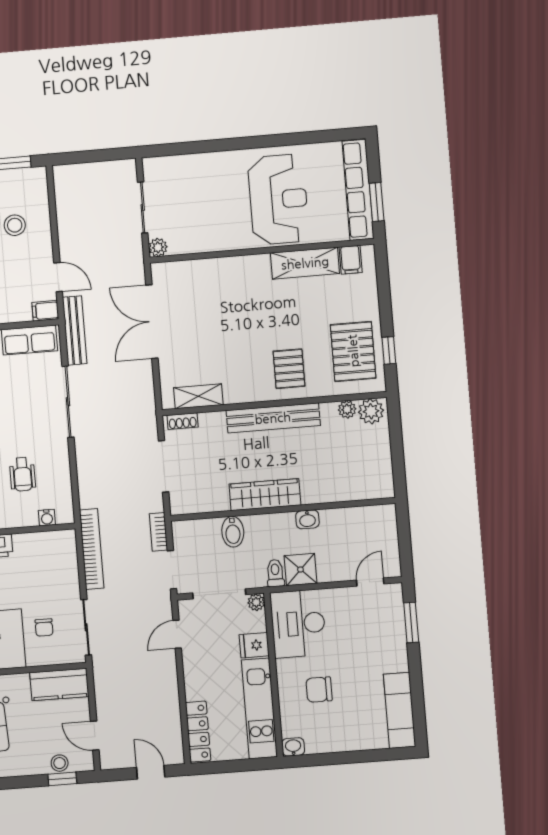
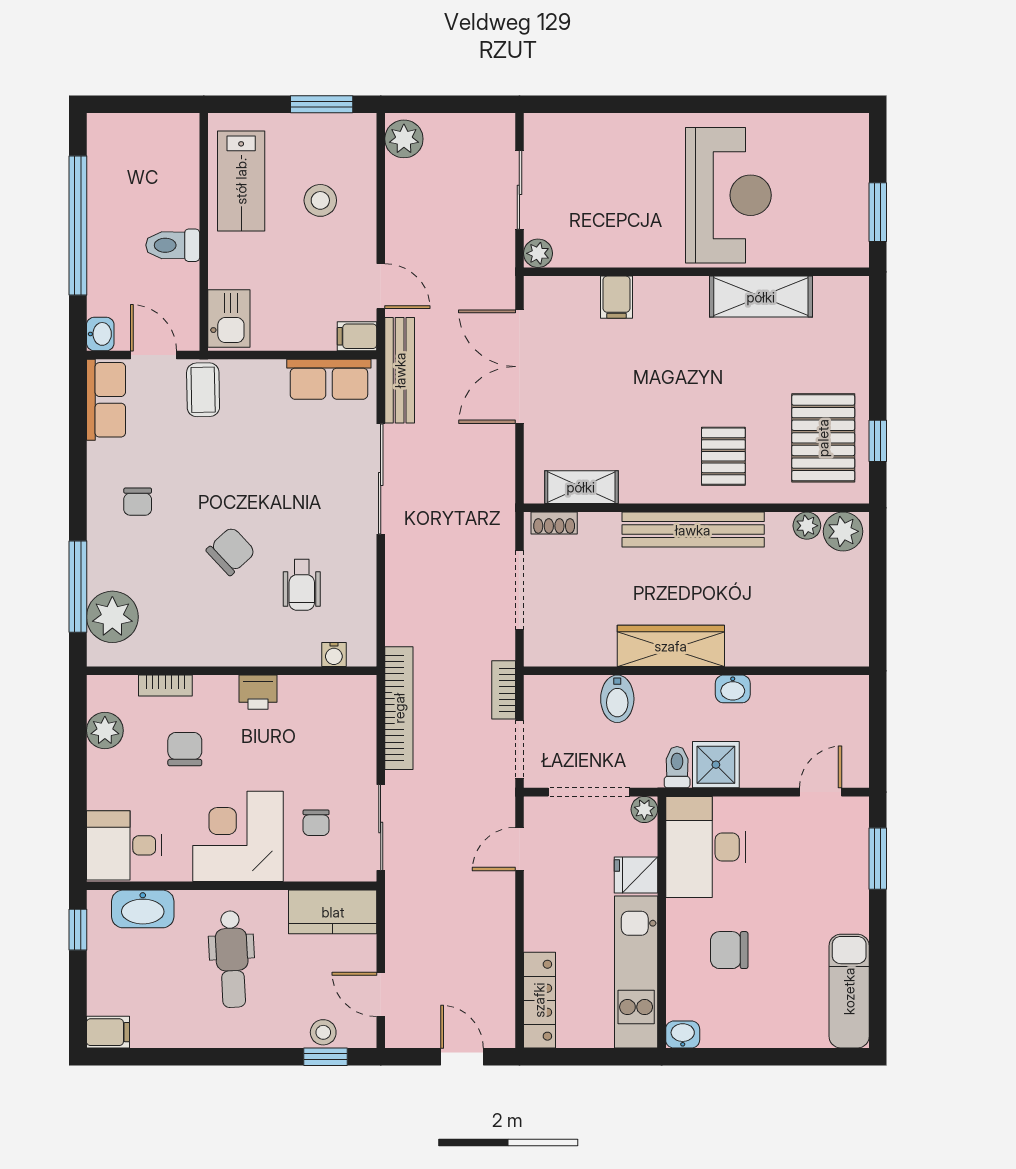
plant: (65, 181) -> (404, 139), added
row of seats: (358, 190) -> (851, 191), removed
filing cabinet: (351, 260) -> (616, 297), moved

